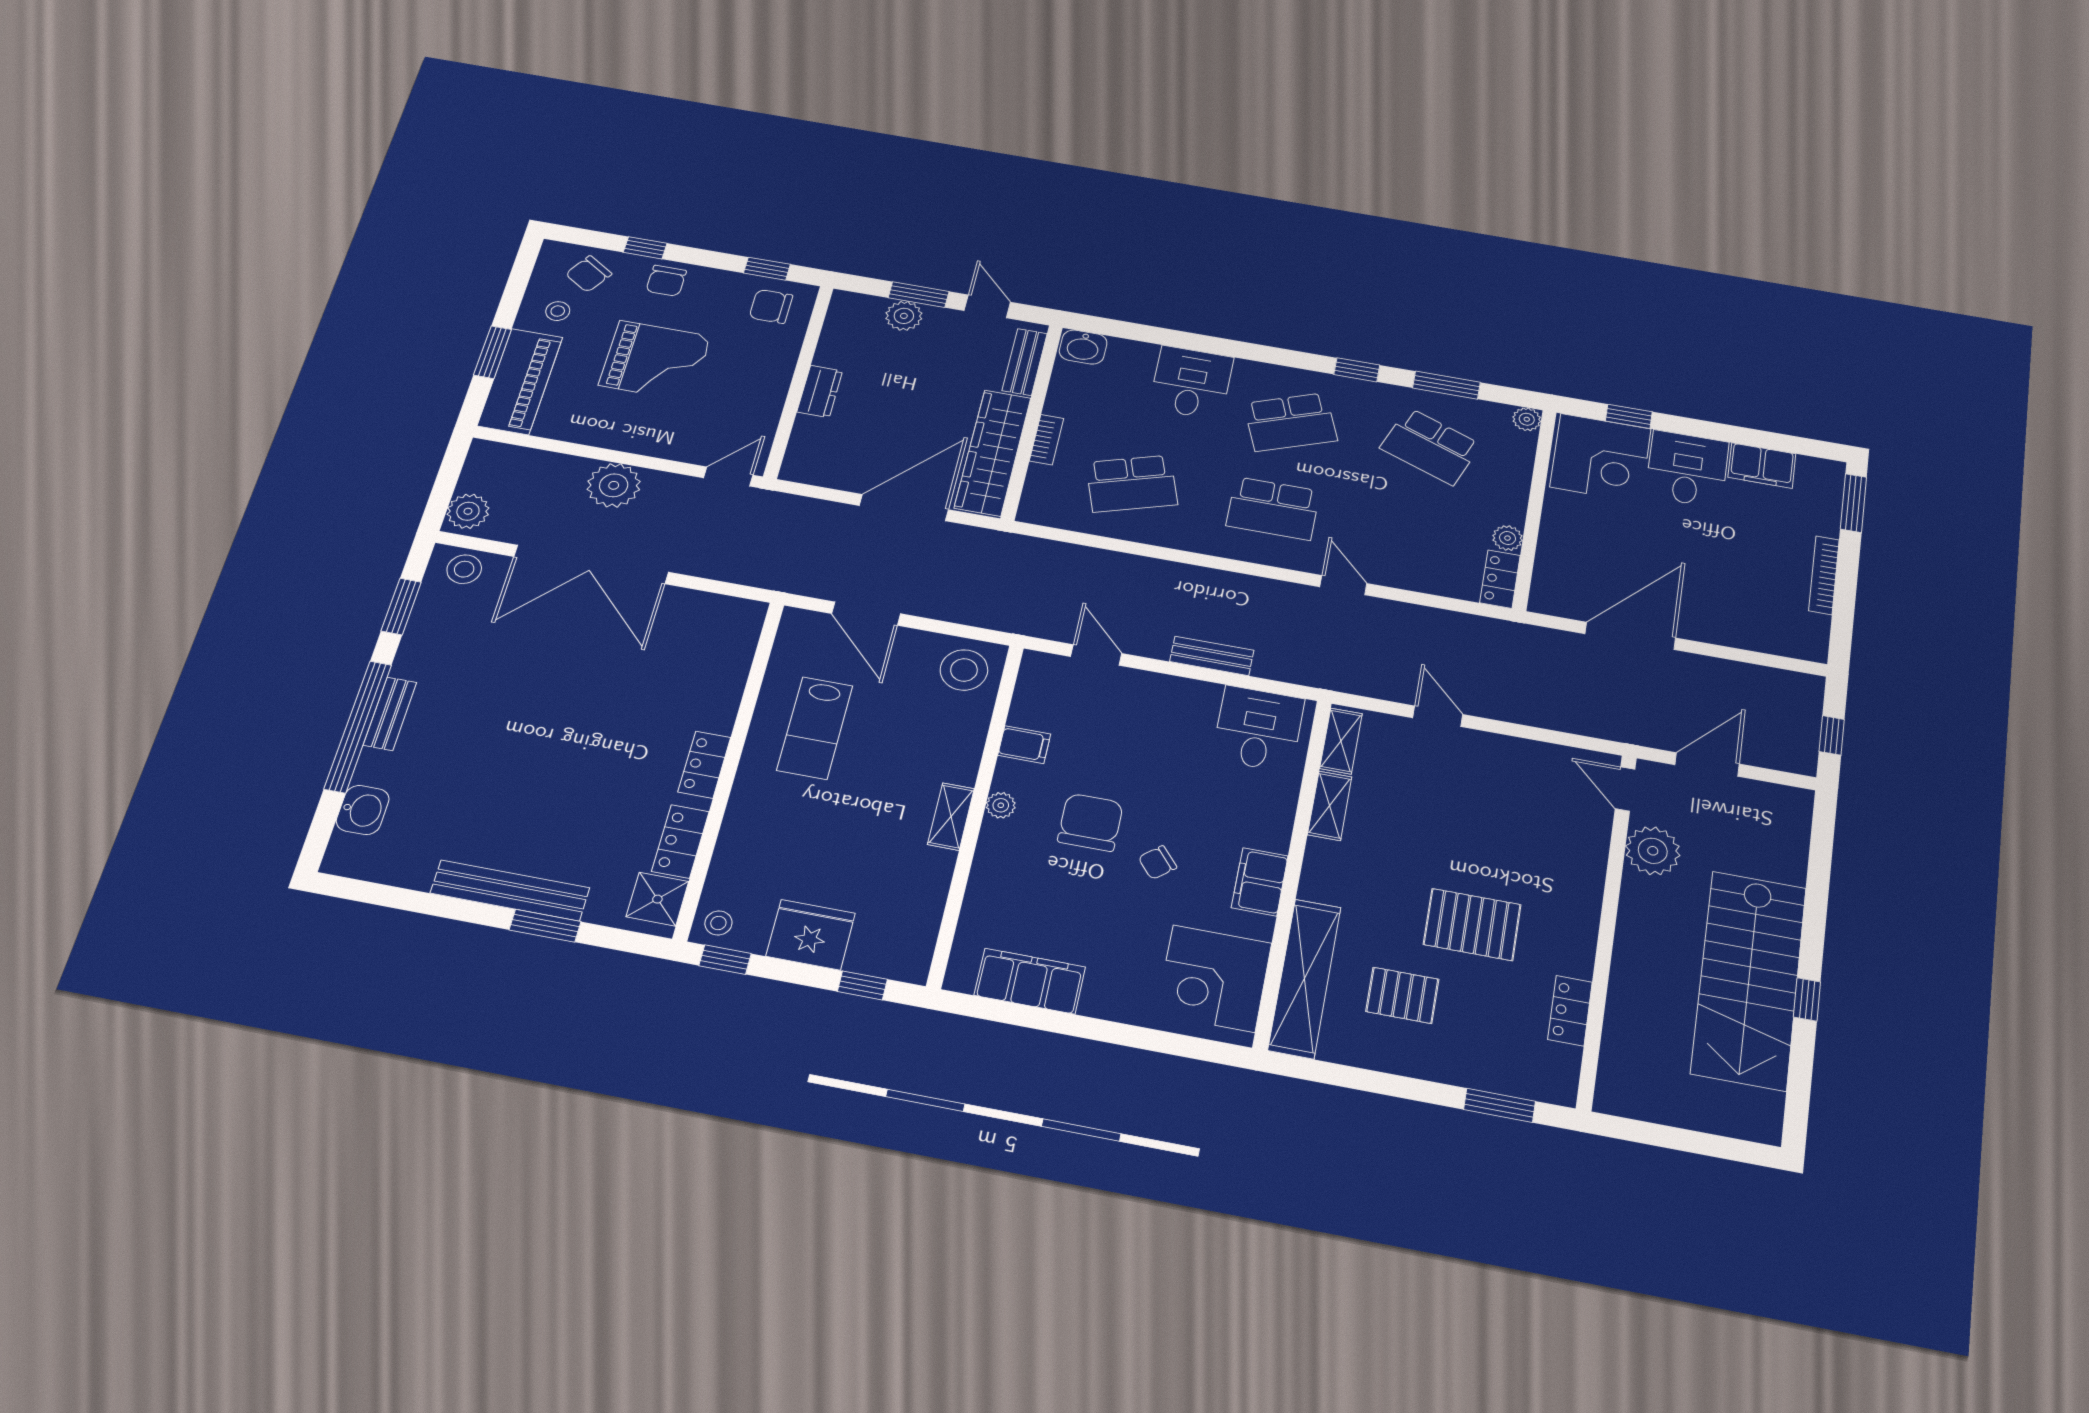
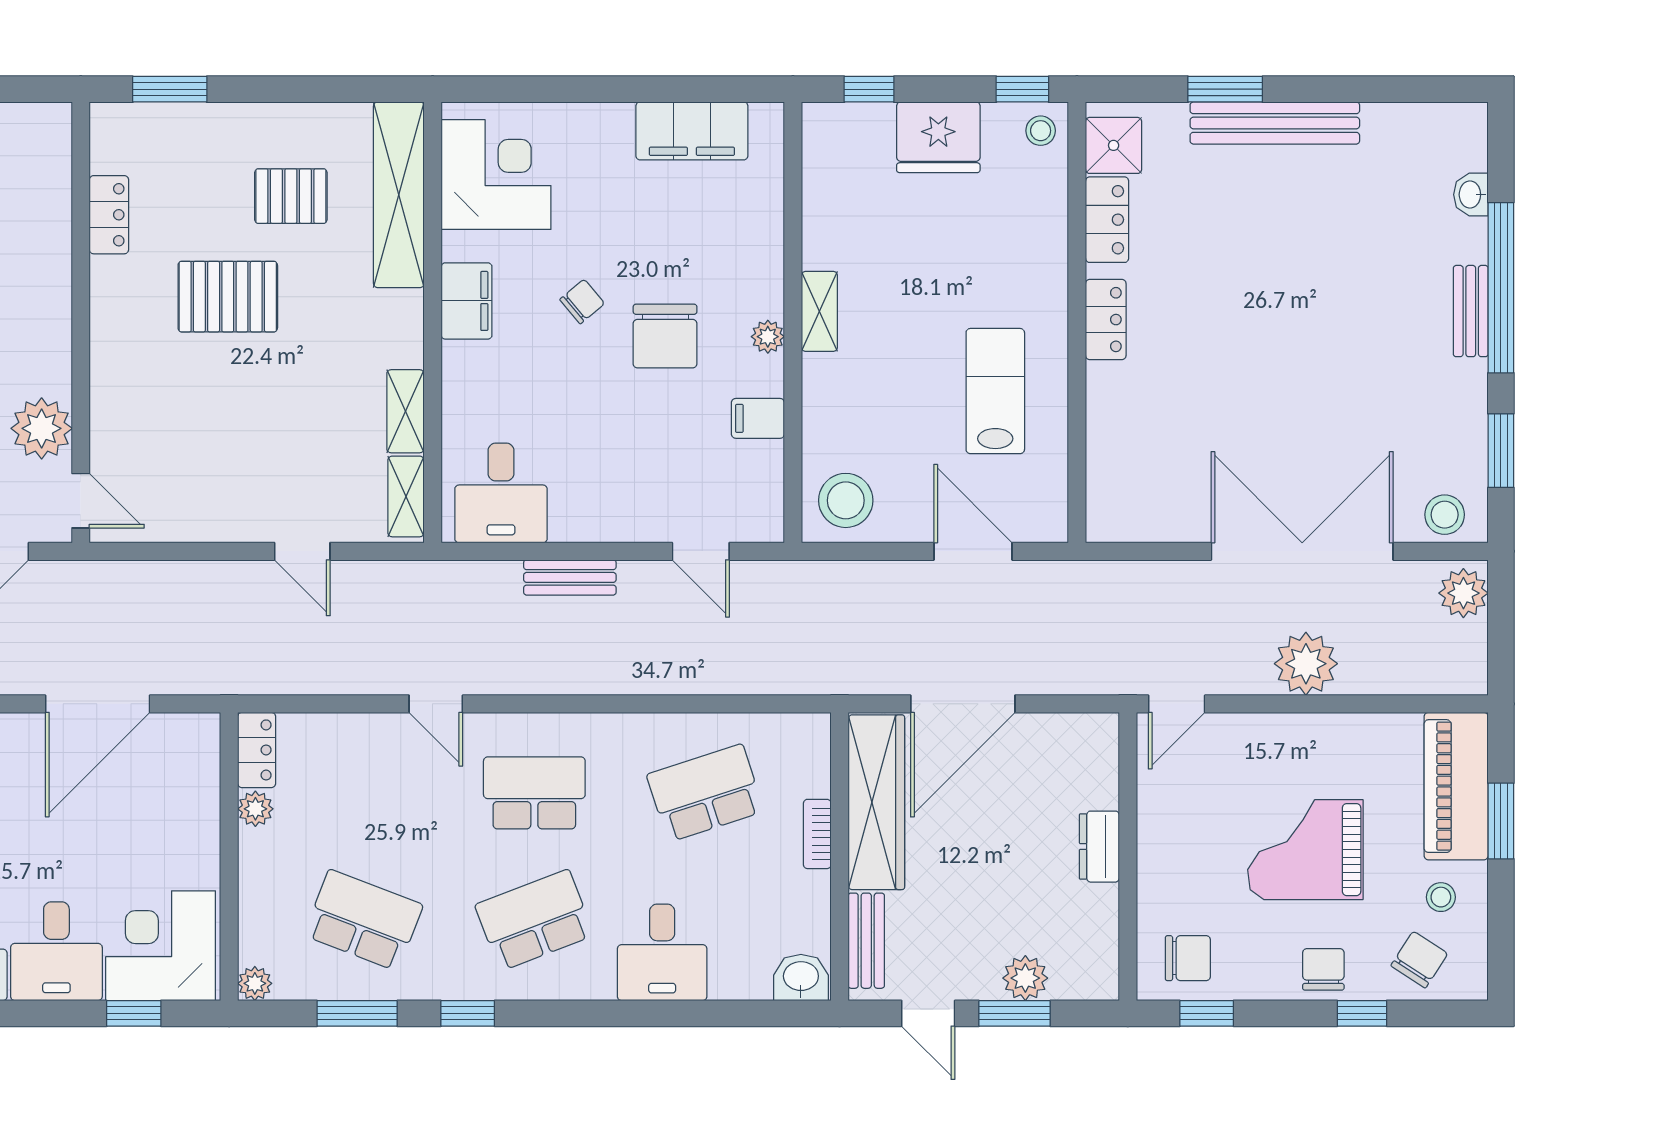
washbasin: (363, 810) -> (1471, 195), width x0.72, depth x0.69

